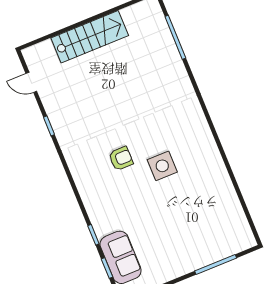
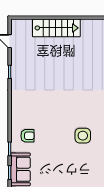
armchair: (121, 158) -> (28, 136), moved
side table: (162, 166) -> (83, 136), moved

